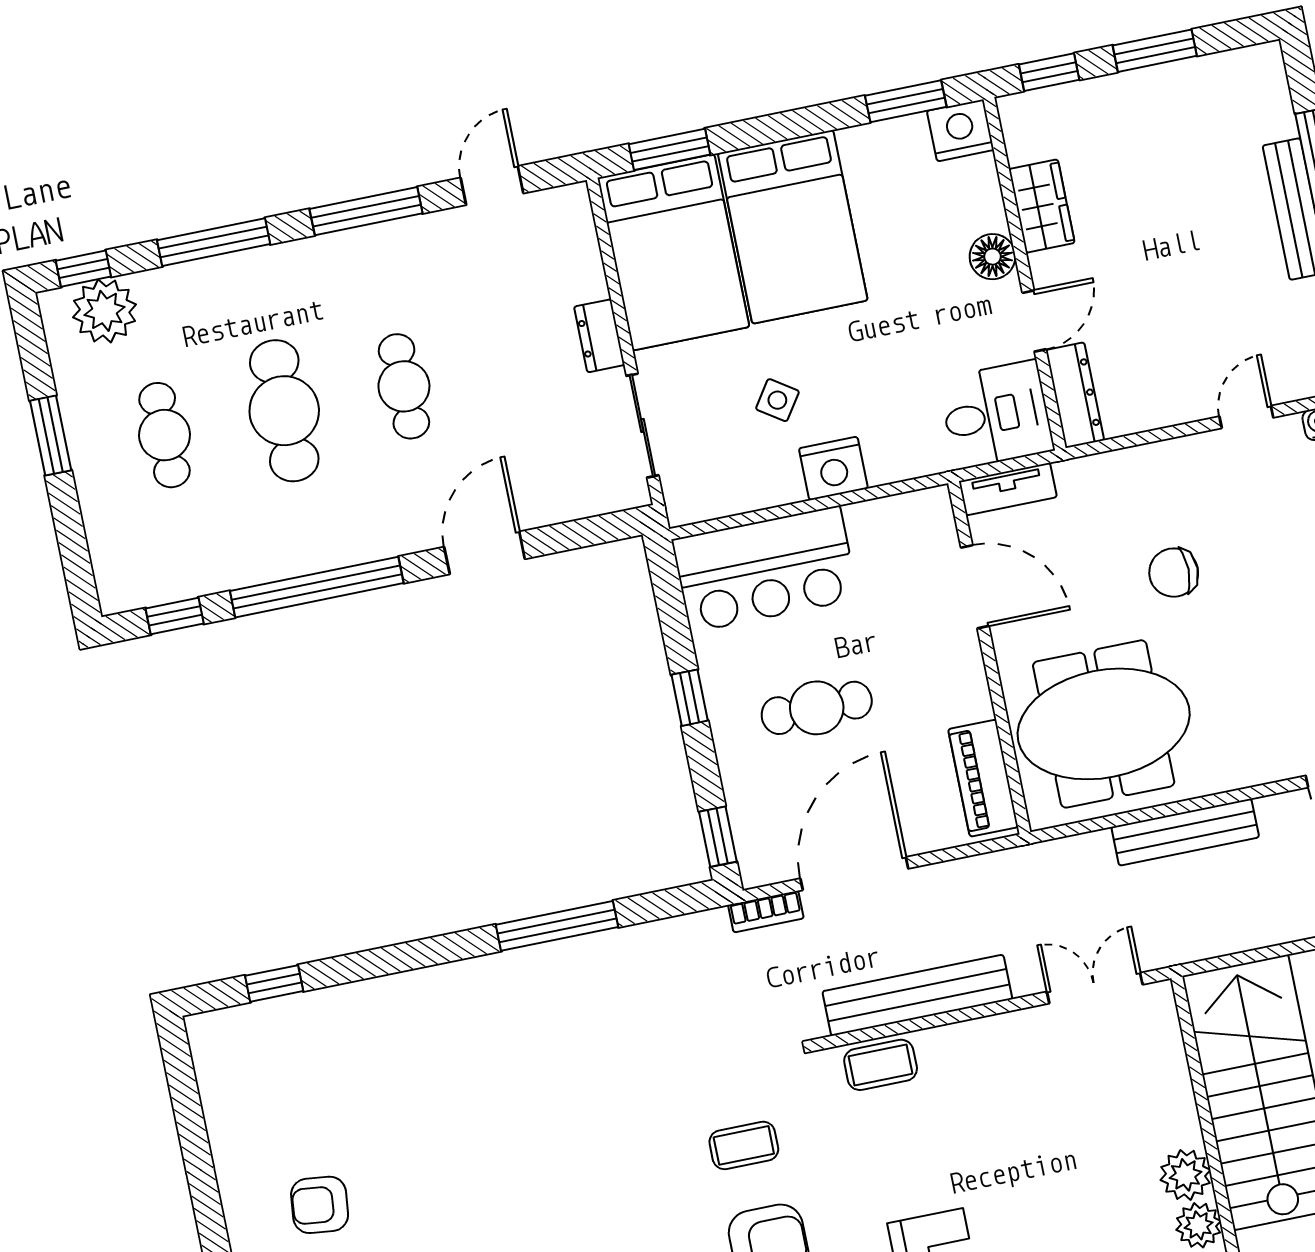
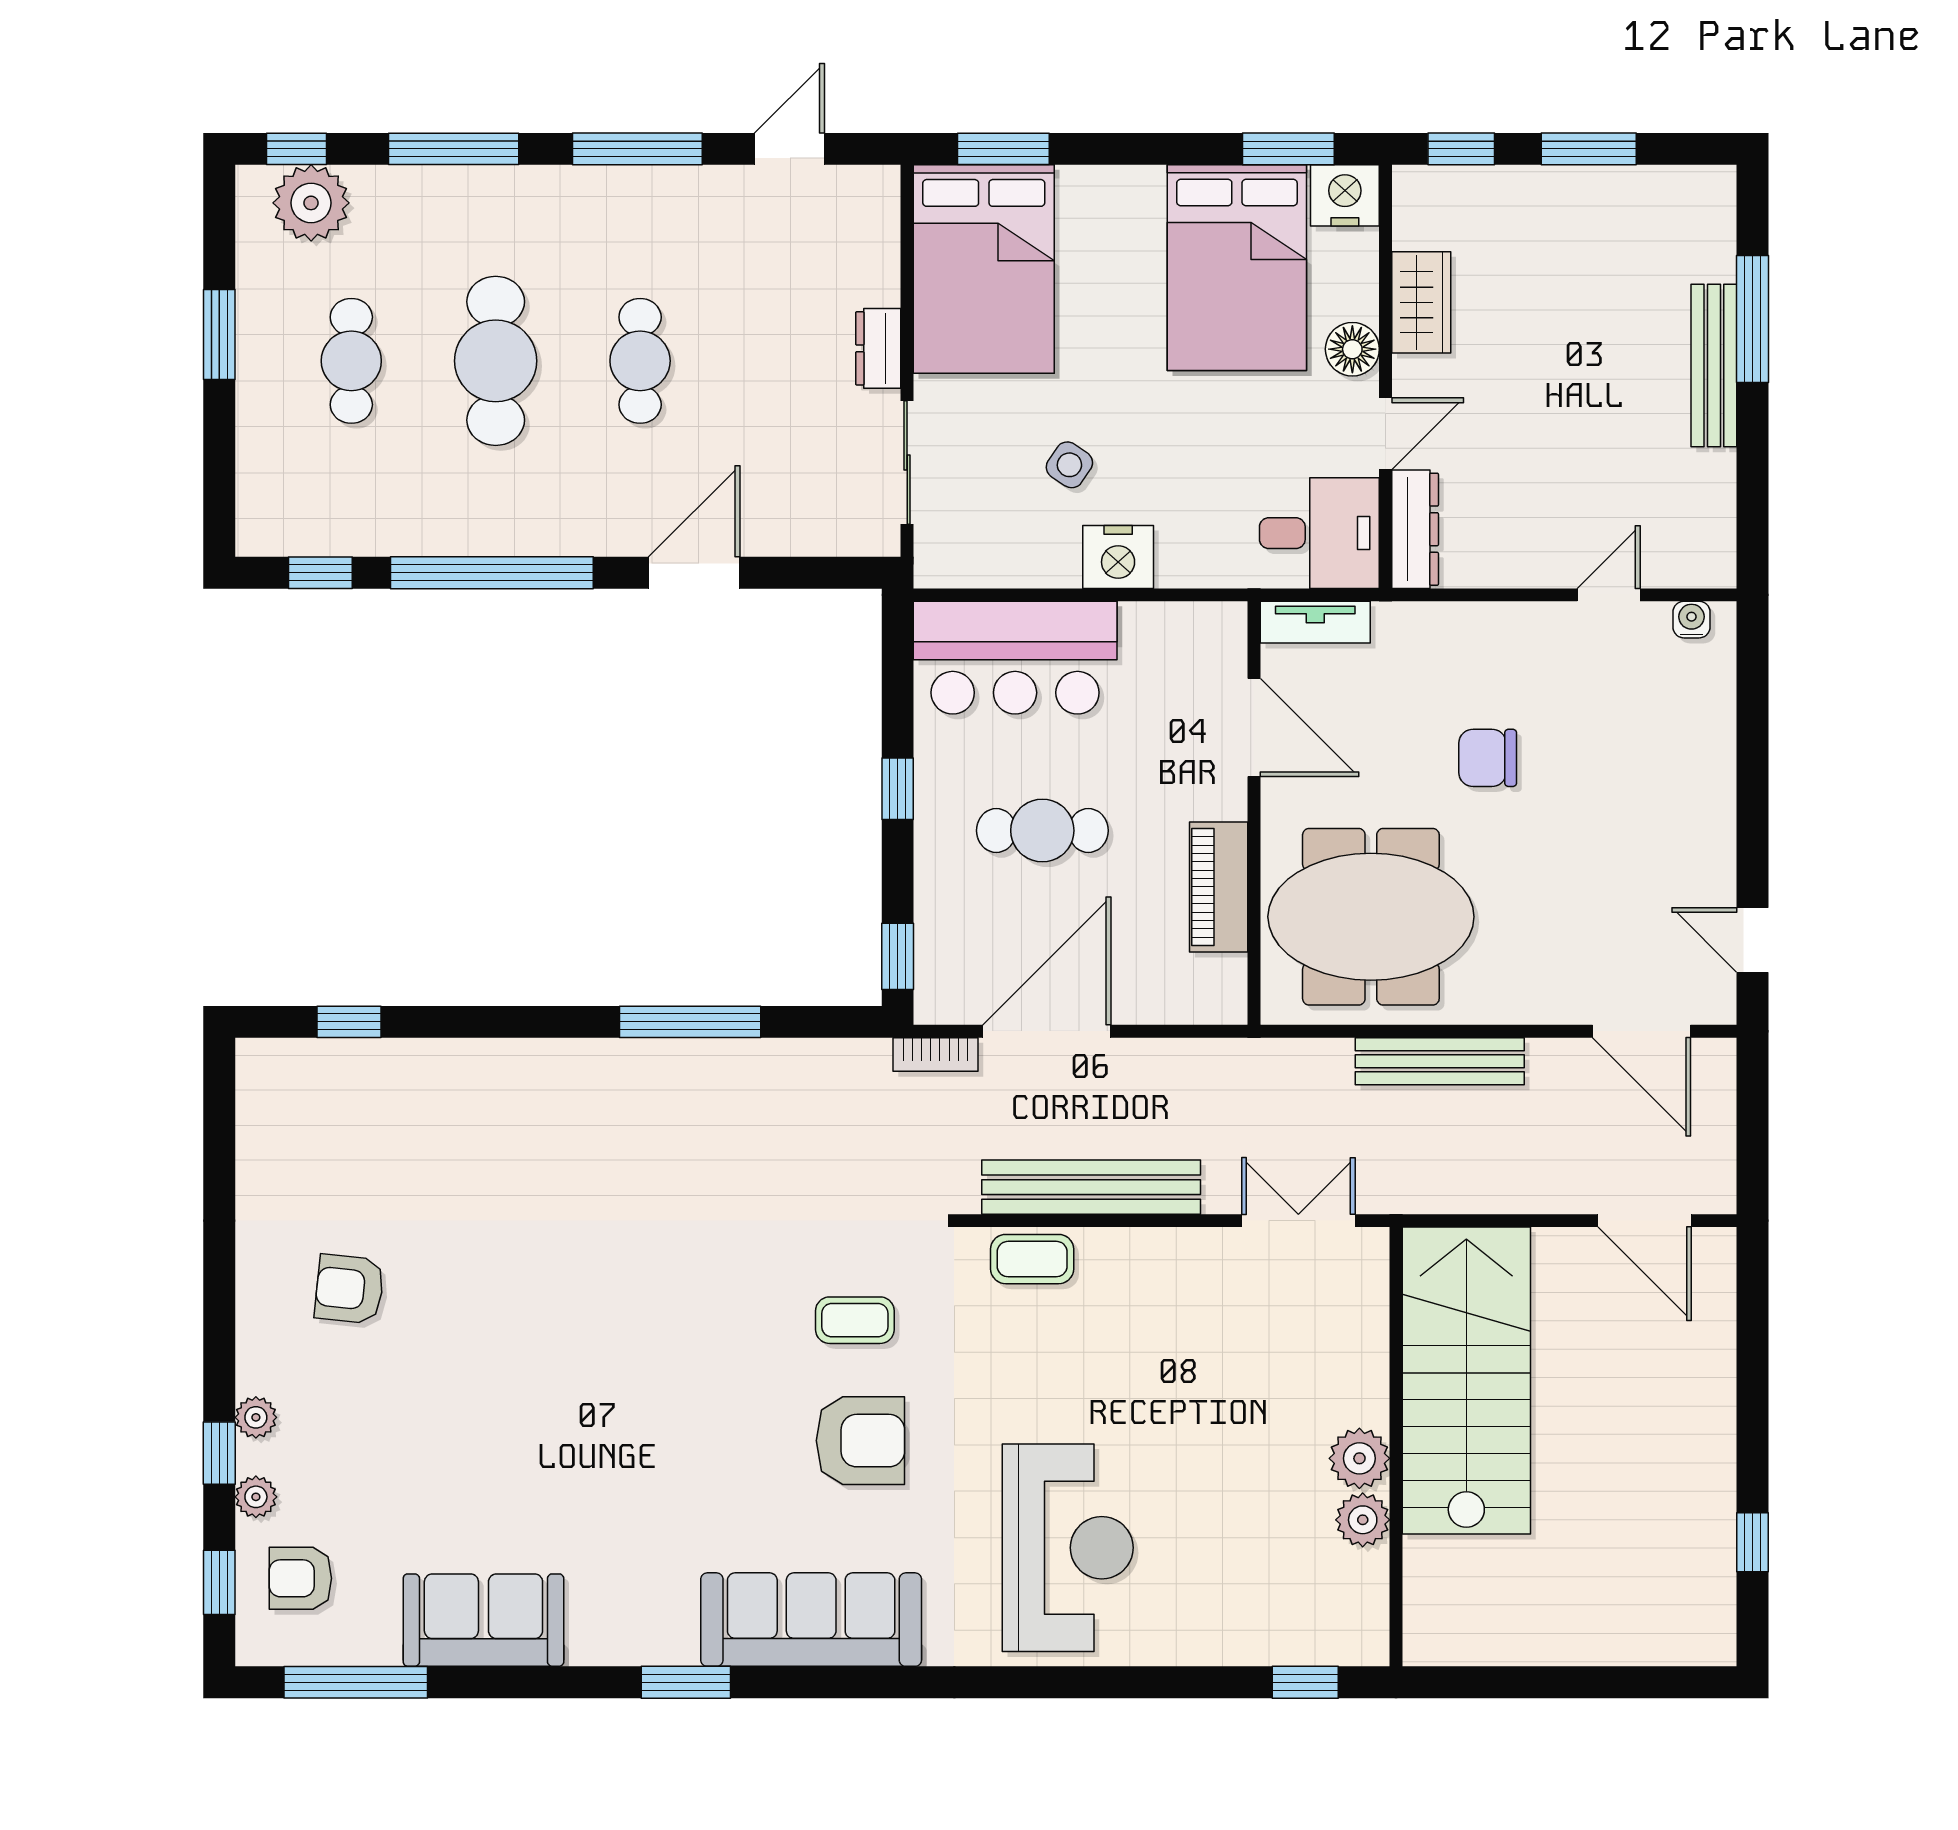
bed: (793, 227) -> (1237, 268), moved
piano: (983, 778) -> (1219, 887), moved

